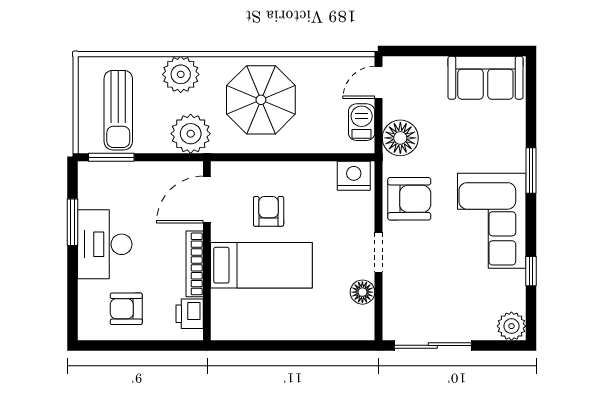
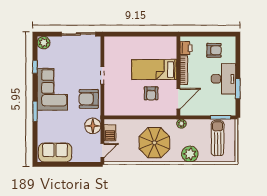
plant: (191, 134) -> (181, 124), width x0.53, depth x0.53
nightstand: (354, 176) -> (113, 109), removed
floor lamp: (362, 292) -> (110, 58), removed

